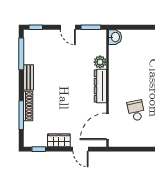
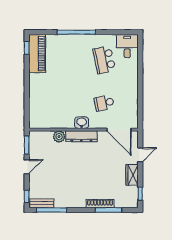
washbasin: (115, 37) -> (82, 123), moved
bench: (28, 77) -> (42, 203), moved

